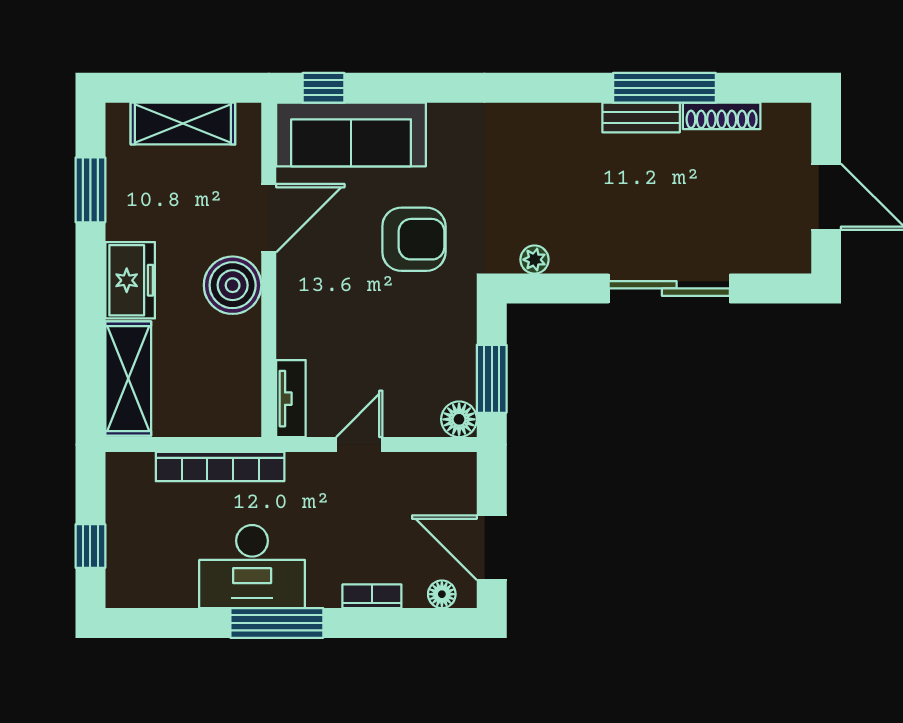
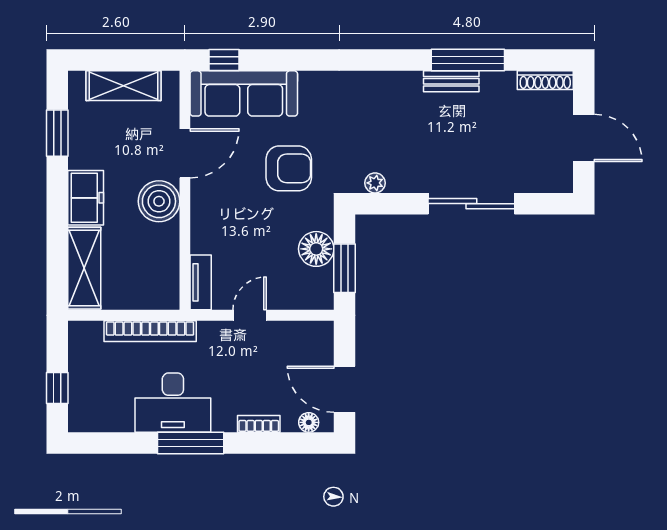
shoe rack: (722, 116) -> (545, 80), moved
floor lamp: (459, 419) -> (316, 249), moved, width x1.38, depth x1.38

